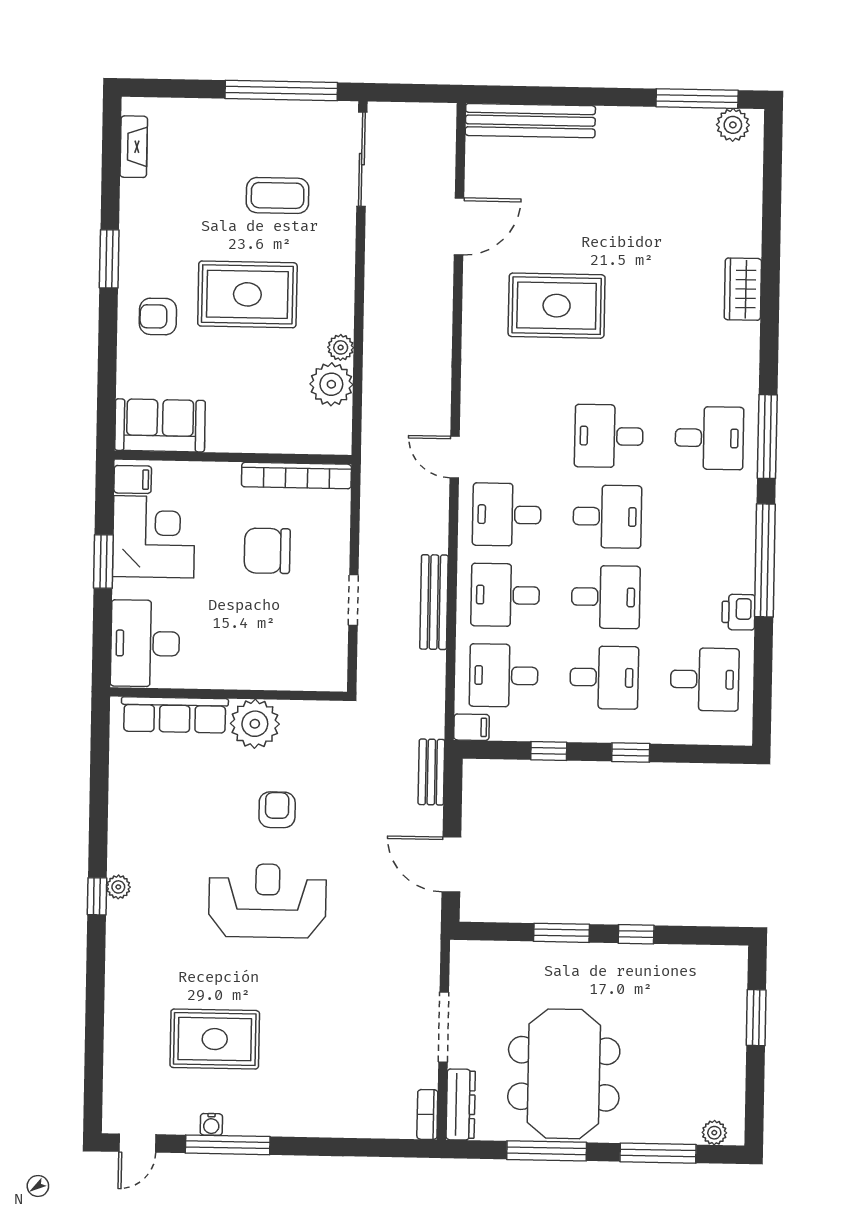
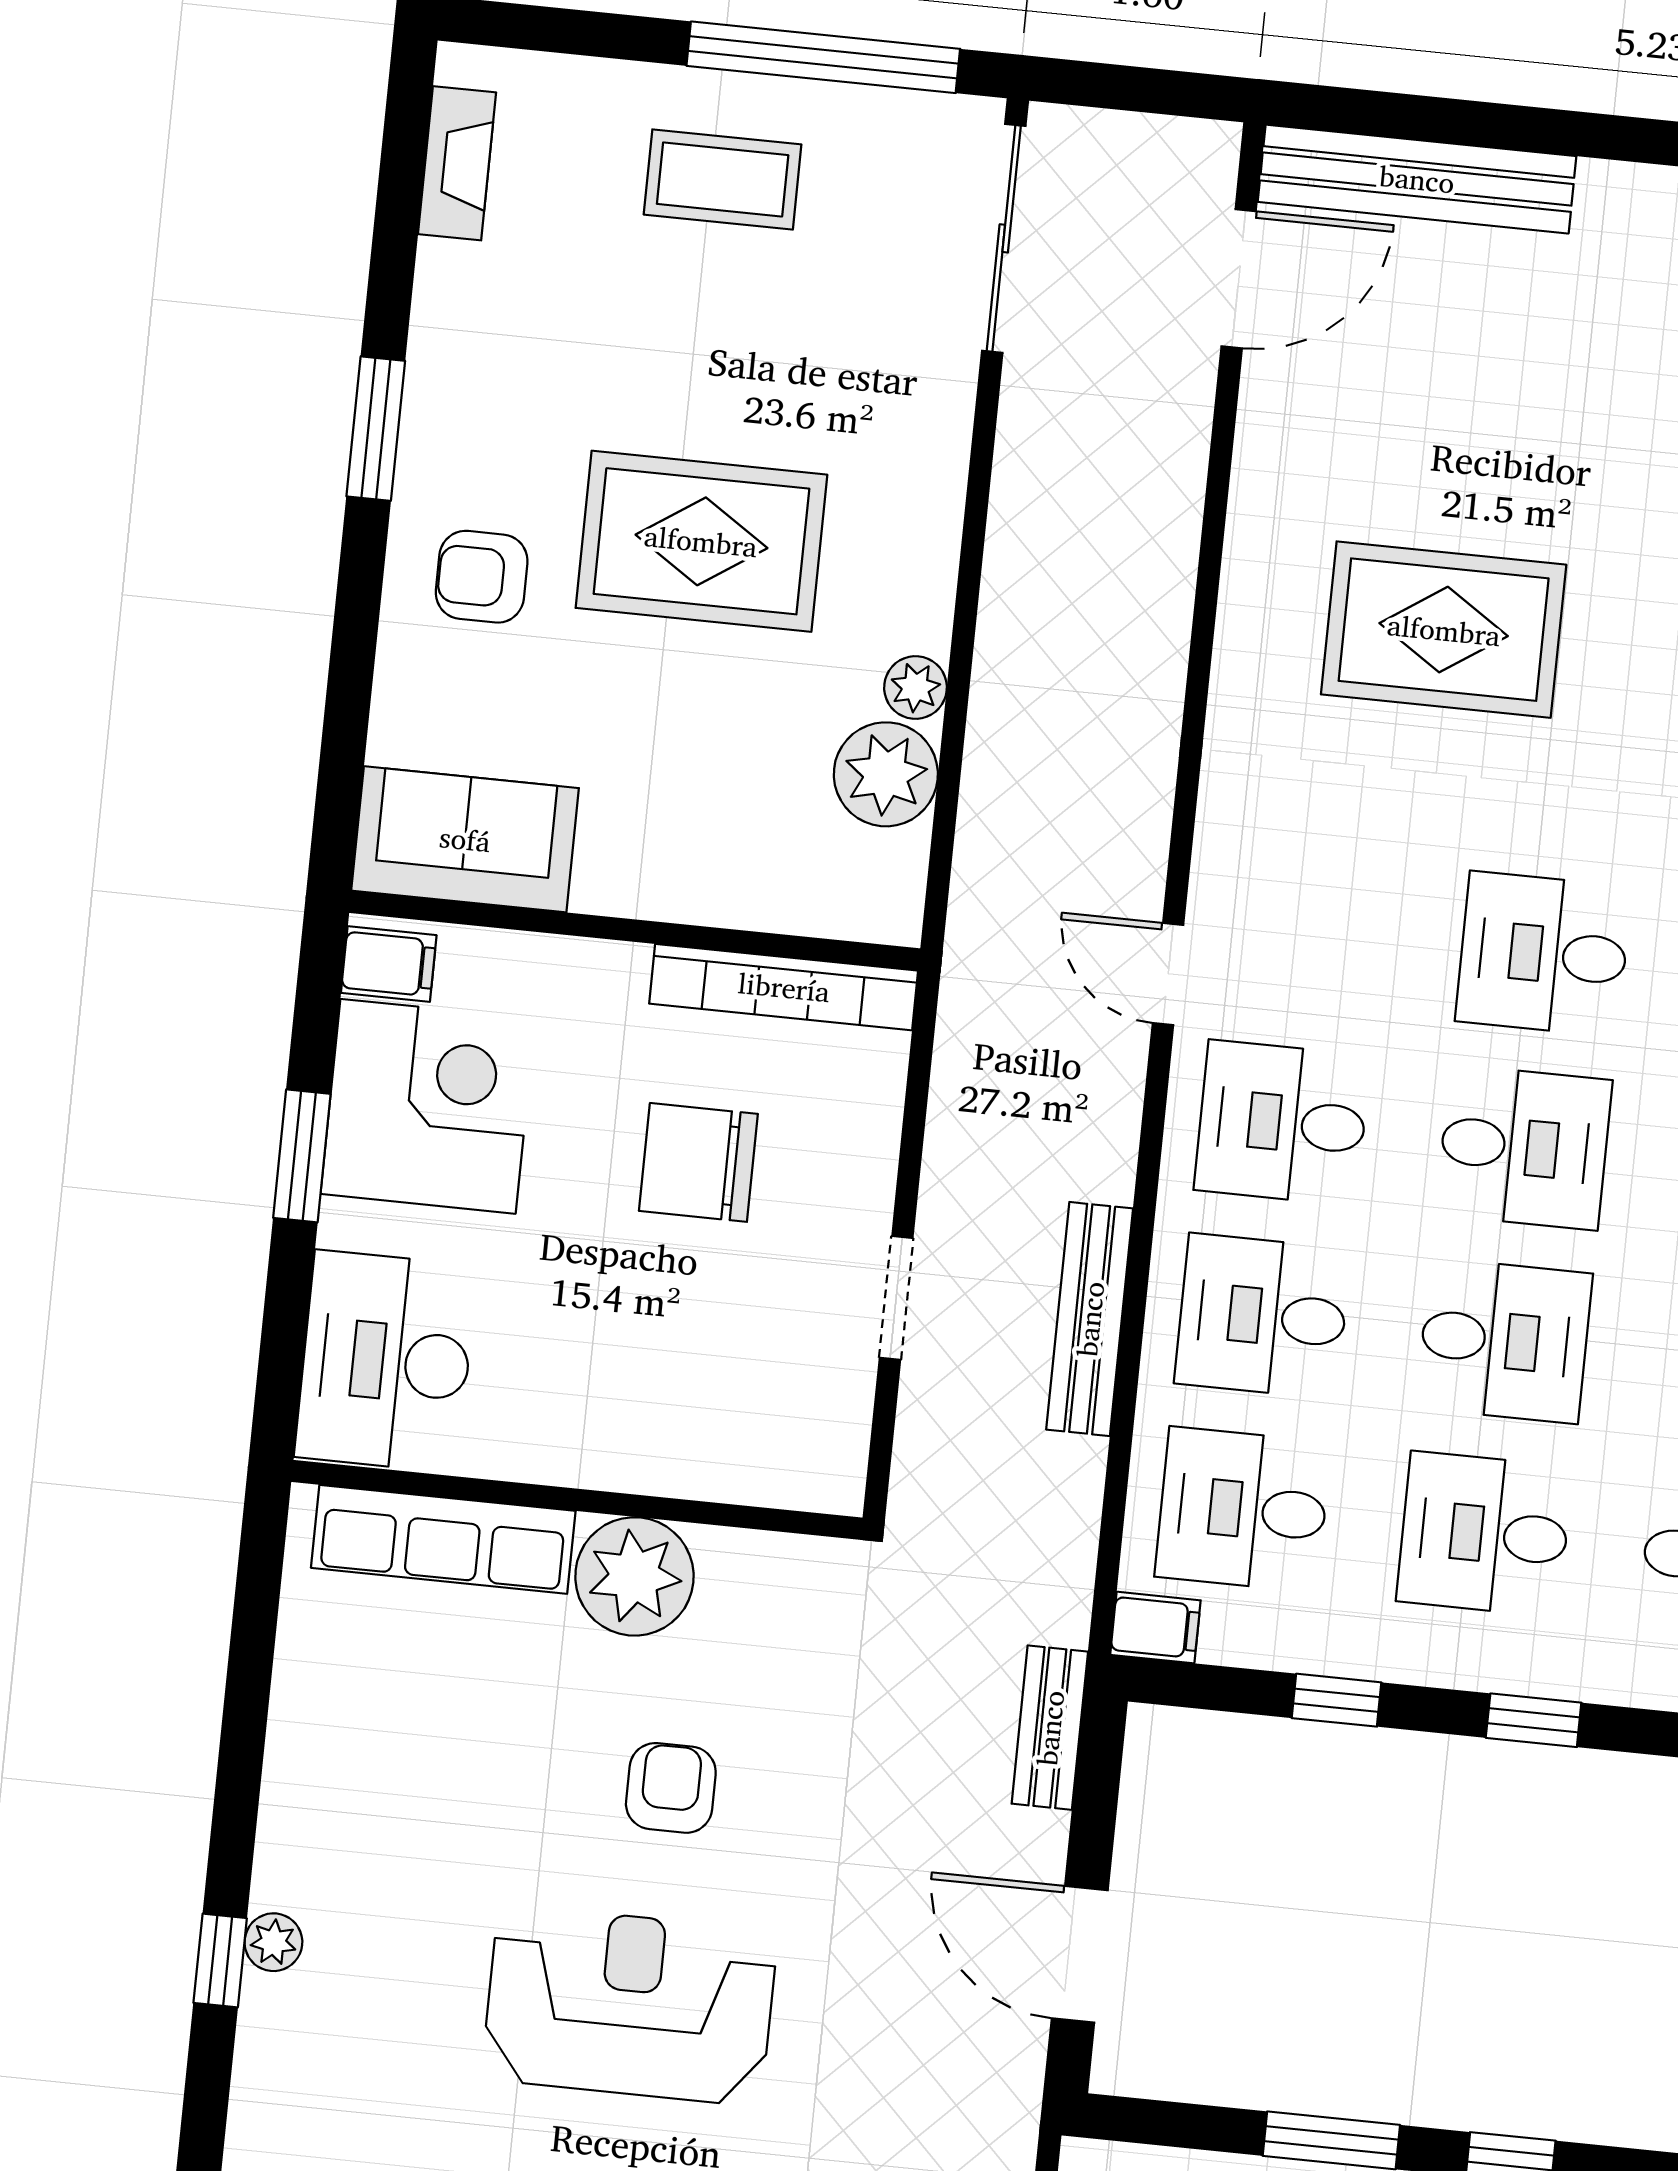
coffee table: (278, 195) -> (723, 179), moved
door: (459, 226) -> (1239, 279), moved
desk: (604, 677) -> (1485, 1534), turned 180

